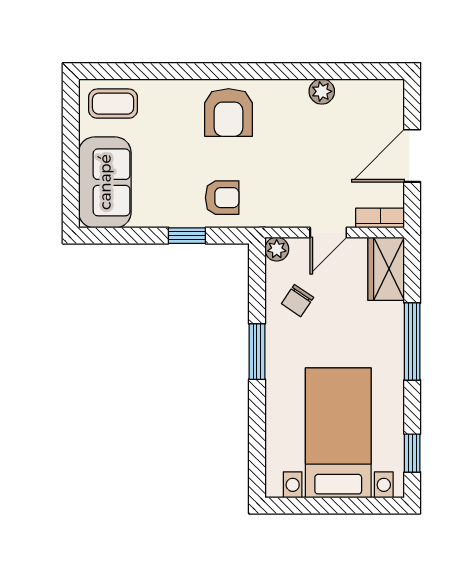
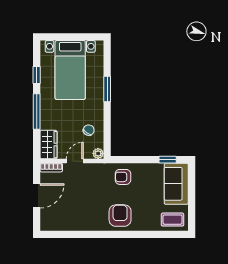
plant: (322, 91) -> (78, 225), removed
window: (187, 236) -> (168, 160), moved
window: (257, 352) -> (107, 89), moved
window: (412, 453) -> (37, 75), moved

